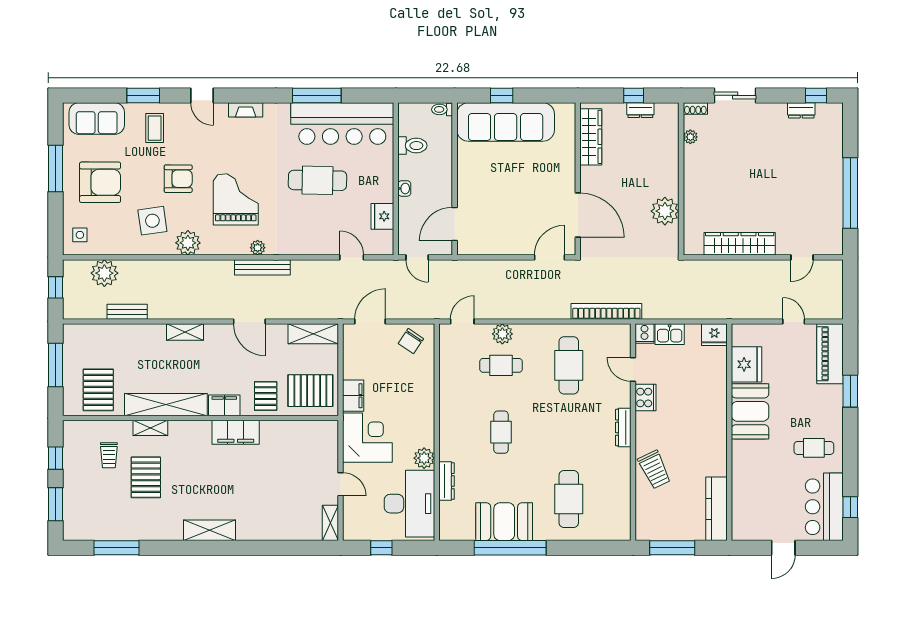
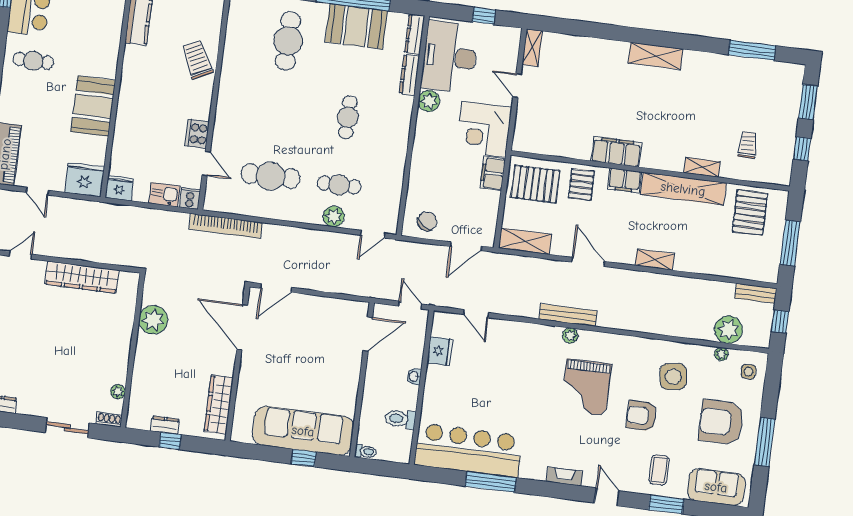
cafe table: (318, 180) -> (501, 396), removed
plant: (188, 243) -> (721, 354), moved, width x0.53, depth x0.53
bench: (127, 312) -> (756, 293), moved
fridge: (747, 364) -> (85, 180), moved, turned 90
cafe table: (569, 365) -> (271, 176), turned 90
dresser: (623, 428) -> (415, 34), moved, turned 180
pallet: (146, 477) -> (713, 118), removed

